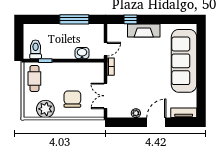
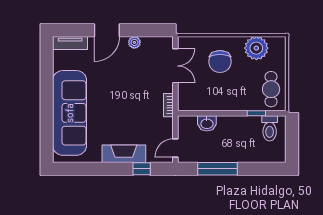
door: (105, 49) -> (175, 148), moved

